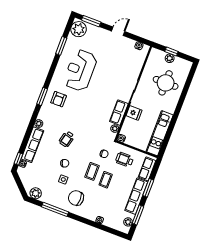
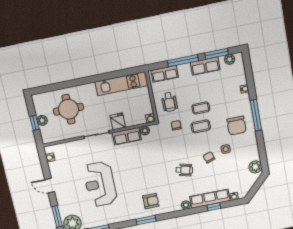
reception desk: (80, 70) -> (100, 184), moved, turned 90
window: (42, 96) -> (146, 220), moved
window: (18, 159) -> (214, 207), moved
window: (148, 188) -> (183, 61), width x1.44
row of seats: (136, 196) -> (205, 66), width x0.68
window: (55, 209) -> (256, 115), moved

